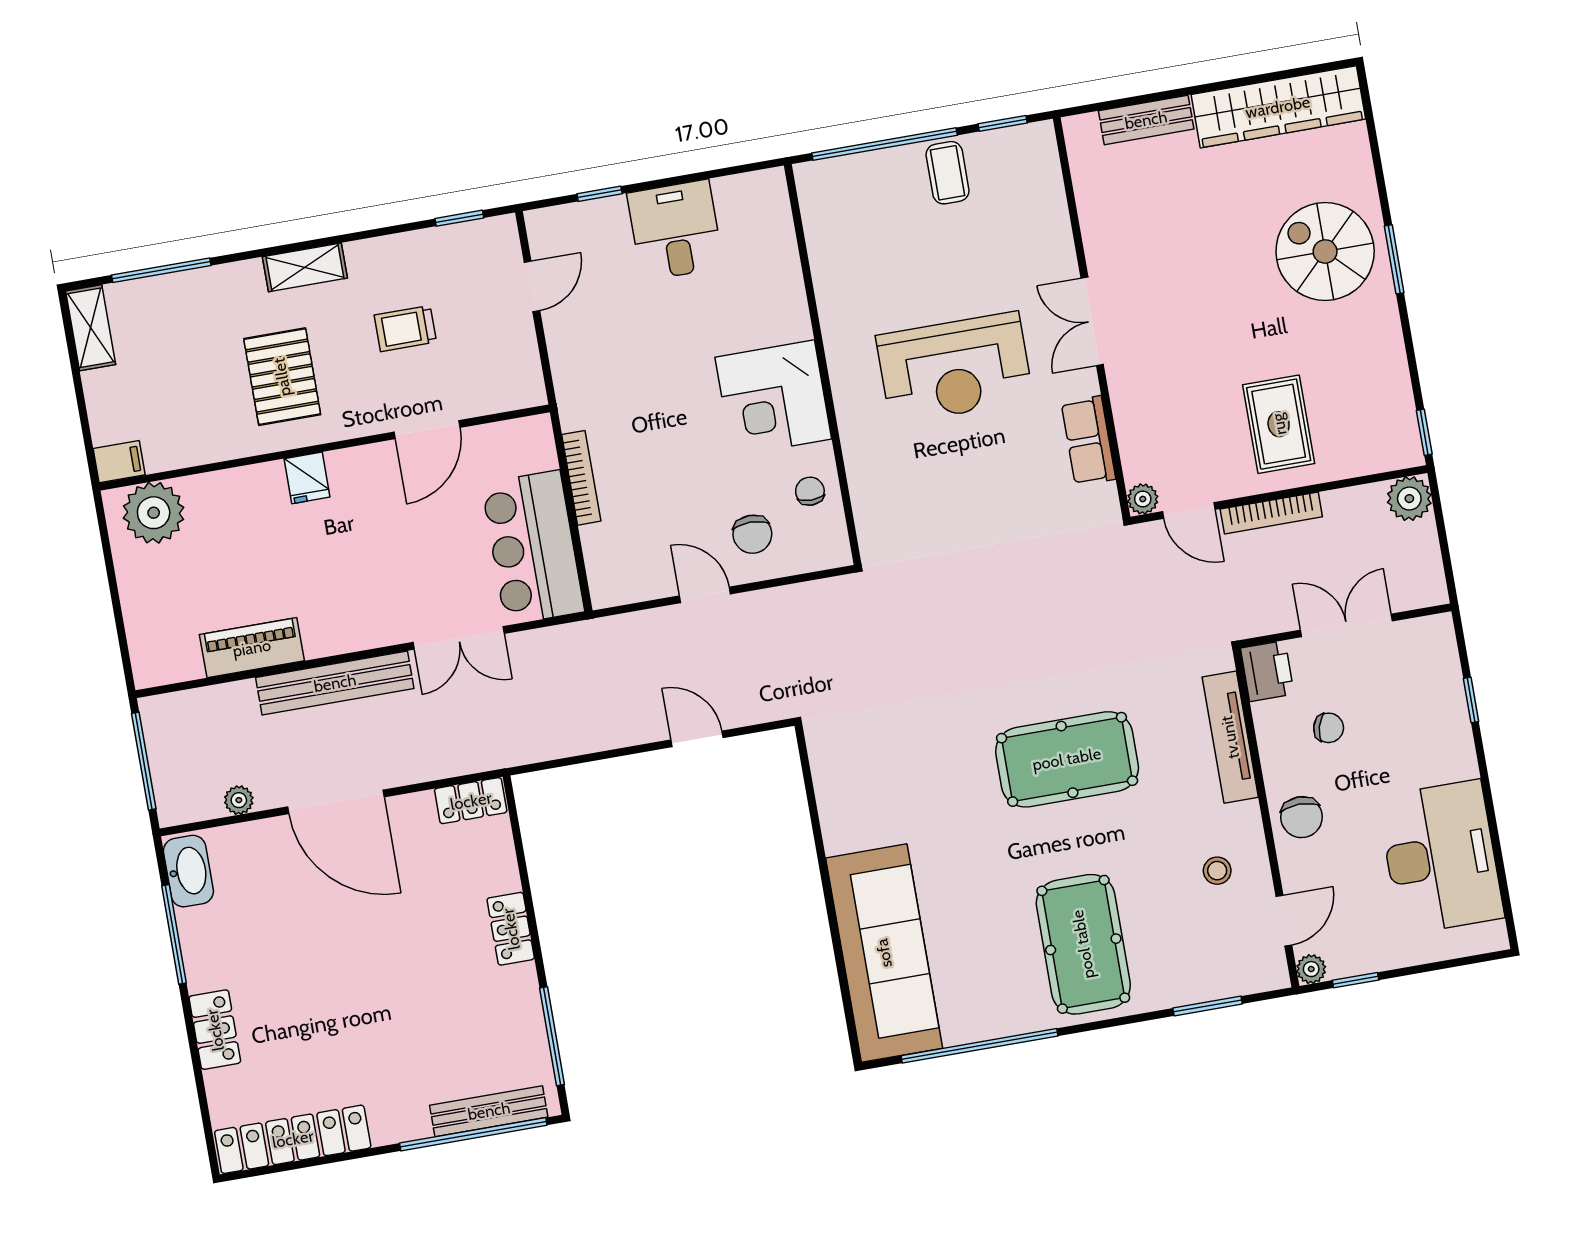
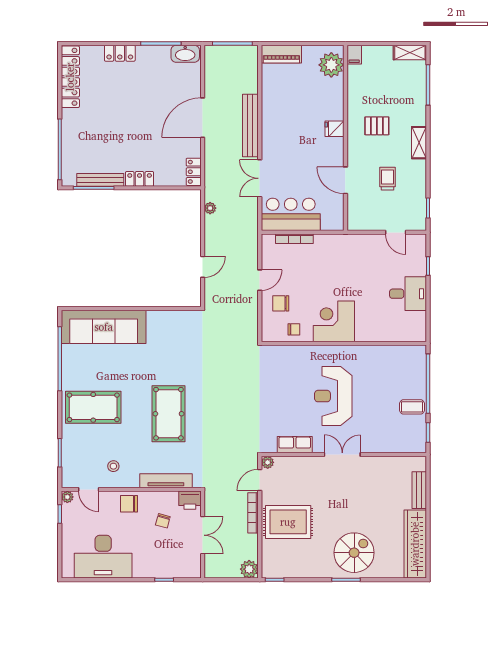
pallet: (282, 377) -> (377, 126), width x0.67, depth x0.71
rug: (1279, 424) -> (288, 522), width x1.36, depth x1.43
bookcase: (581, 478) -> (294, 239), moved
piano: (252, 648) -> (281, 54), moved, turned 90
plant: (239, 800) -> (210, 208), moved
bench: (489, 1111) -> (100, 180), moved, turned 90

